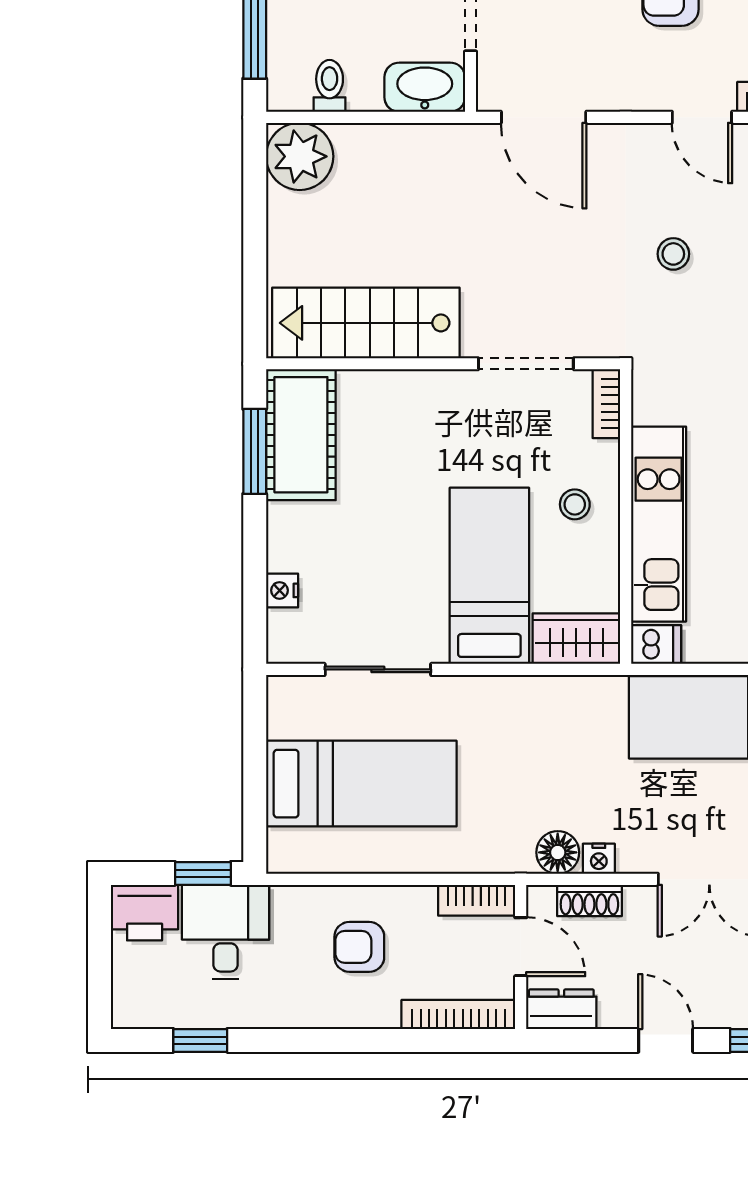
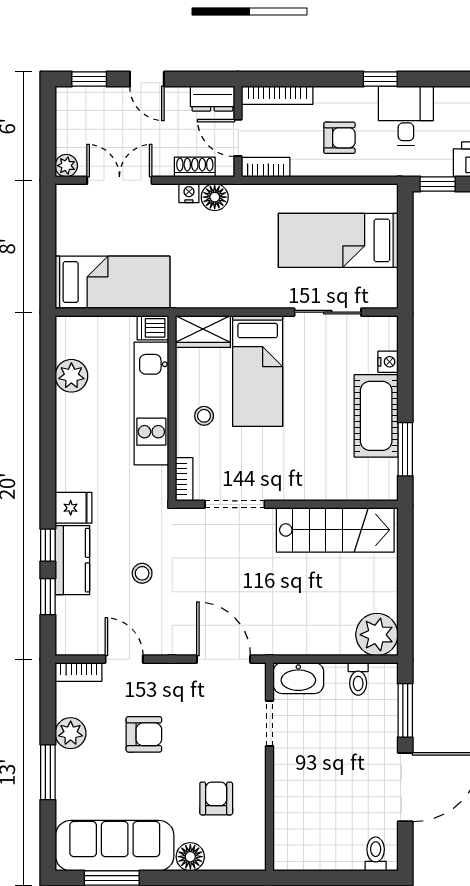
cot: (301, 435) -> (376, 416), moved
desk: (226, 932) -> (406, 116), moved, turned 180
window: (200, 1040) -> (380, 79), moved

